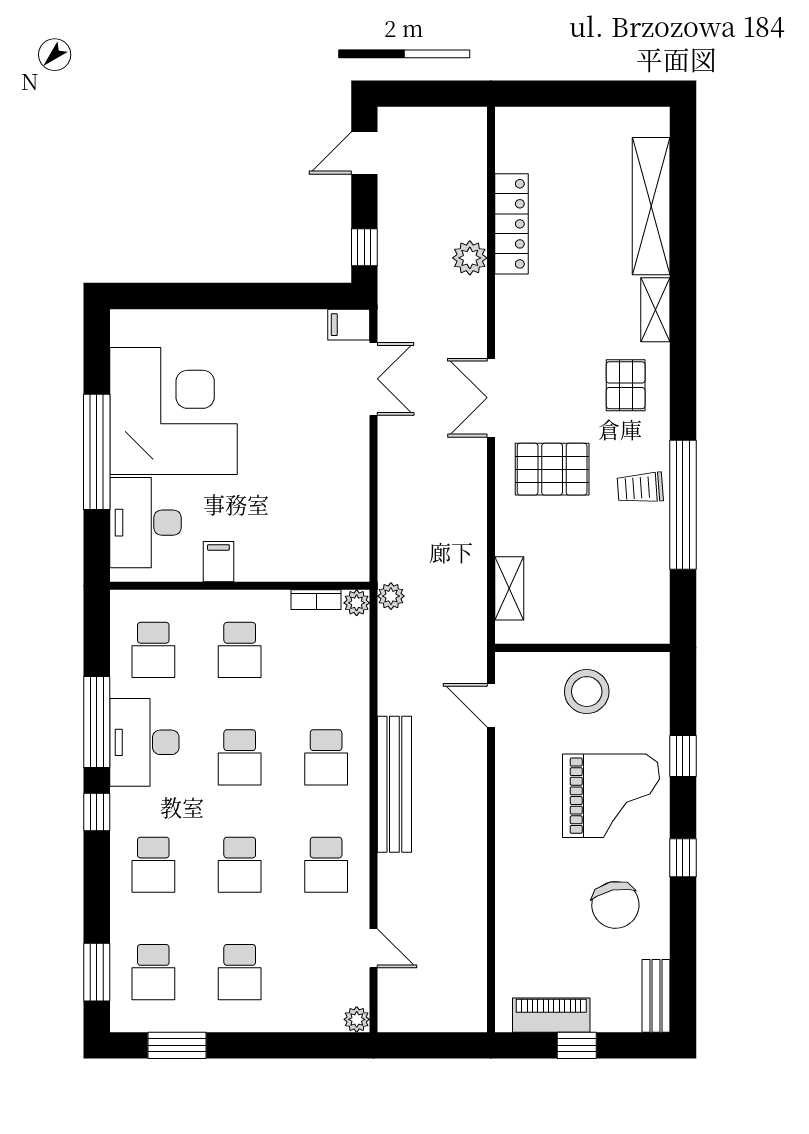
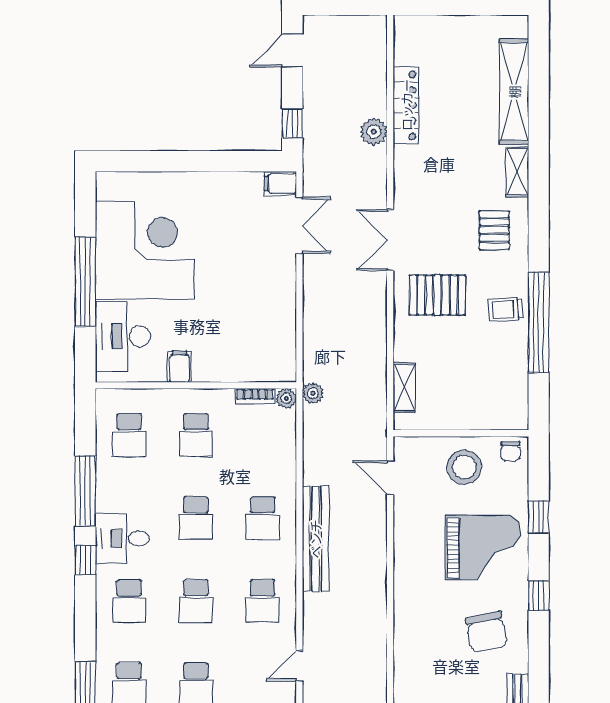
chair: (647, 671) -> (511, 451), added
desk: (144, 742) -> (122, 538), moved, width x0.73
door: (374, 948) -> (299, 666), swing flipped

